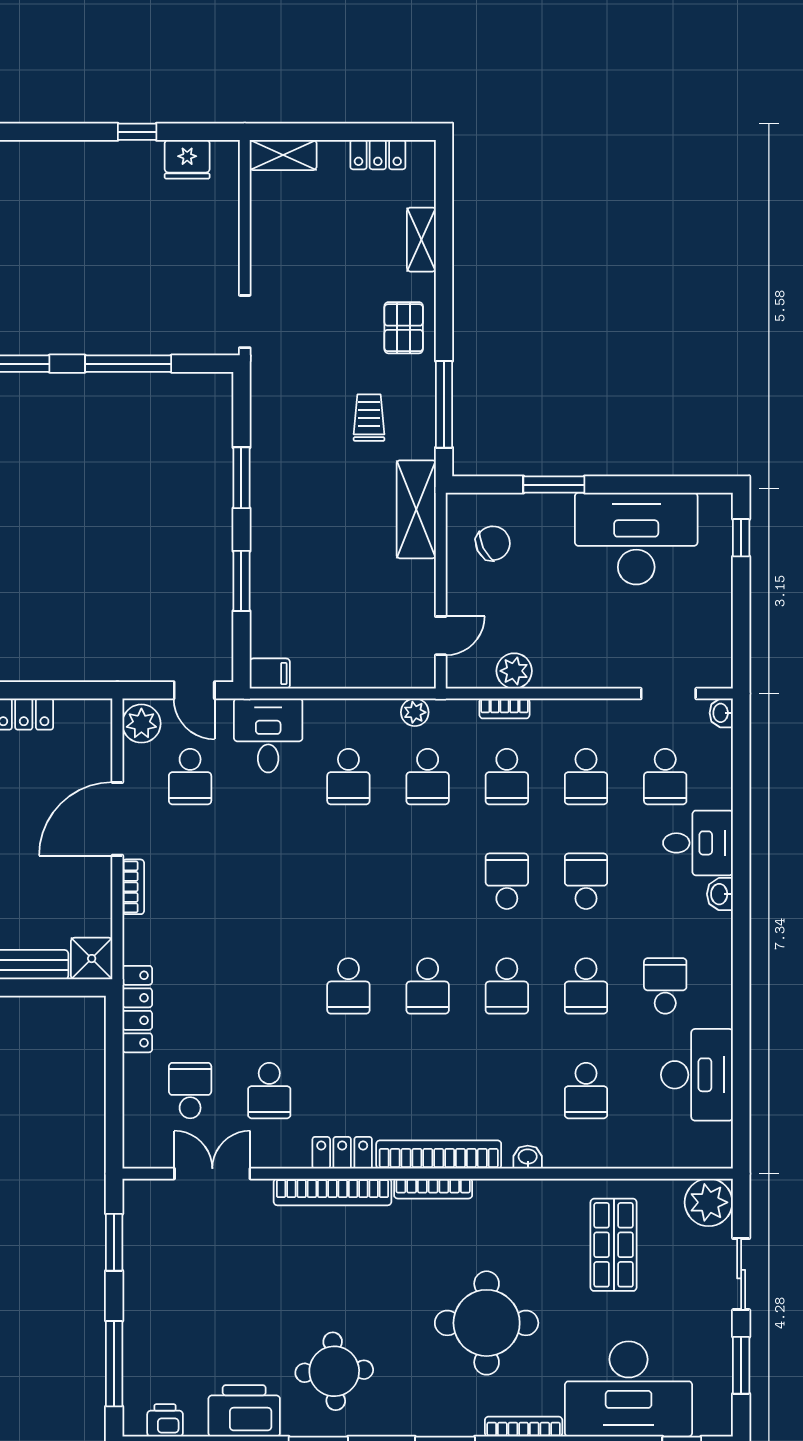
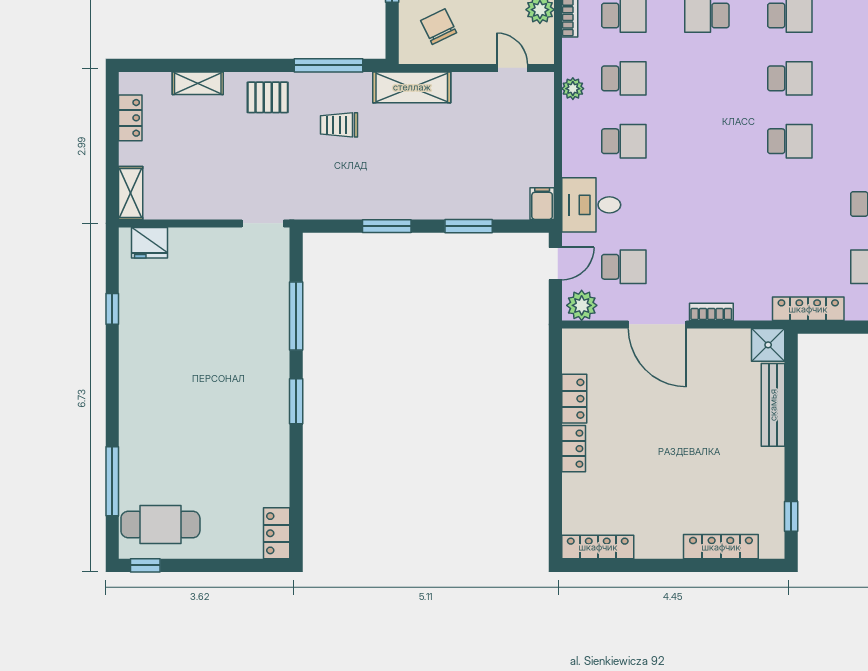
fridge: (187, 159) -> (150, 243), moved, turned 90

